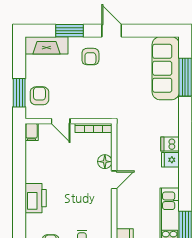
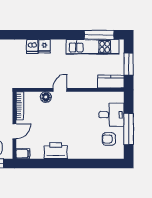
door: (114, 180) -> (60, 90), hinge flipped
printer: (36, 198) -> (56, 151), moved

